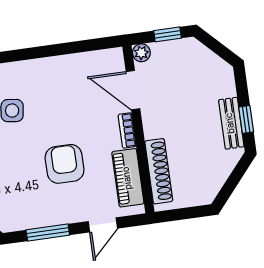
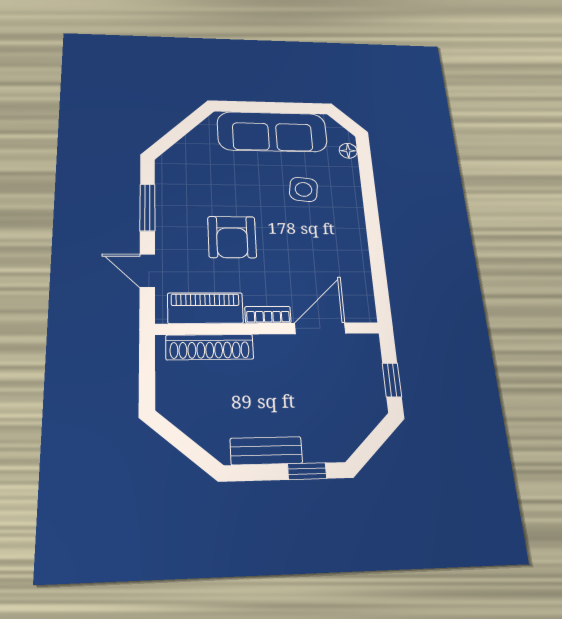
plant: (141, 53) -> (369, 345), removed
window: (246, 119) -> (307, 471), moved
armchair: (65, 164) -> (232, 237), turned 90

